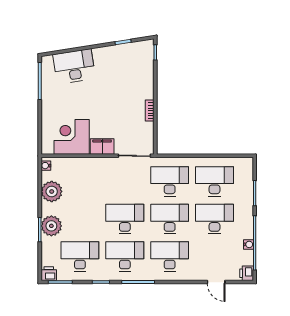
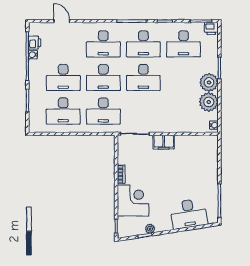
plant: (117, 50) -> (150, 229), added
corner desk: (72, 137) -> (133, 200), moved, turned -90
plant: (51, 226) -> (209, 82), moved
printer: (247, 273) -> (35, 43), moved

